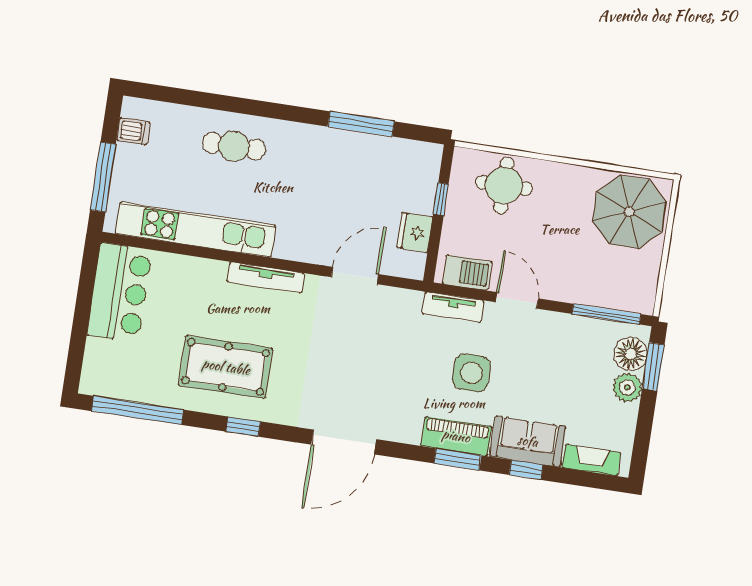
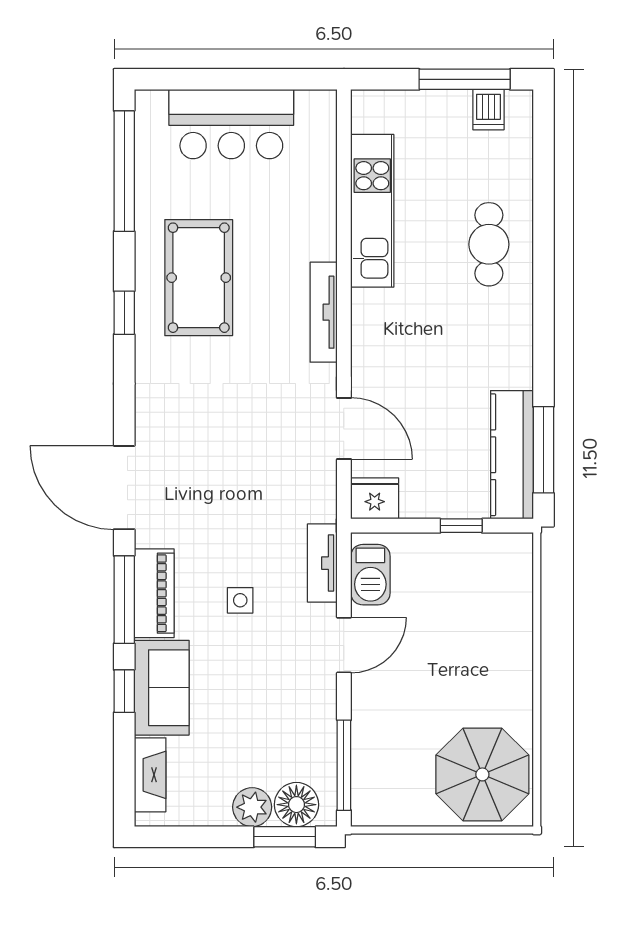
window: (361, 124) -> (543, 450), moved
kitchen counter: (394, 153) -> (512, 455), added
window: (103, 177) -> (465, 79), moved
round table: (504, 185) -> (492, 605), removed
kitchen unit: (195, 230) -> (372, 211), width x0.73
fridge: (415, 232) -> (375, 498), moved
bar counter: (120, 292) -> (231, 124), moved
side table: (471, 373) -> (240, 600), width x0.54, depth x0.54
door: (344, 442) -> (124, 488), moved
window: (458, 459) -> (124, 600), width x1.44

